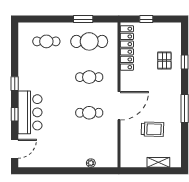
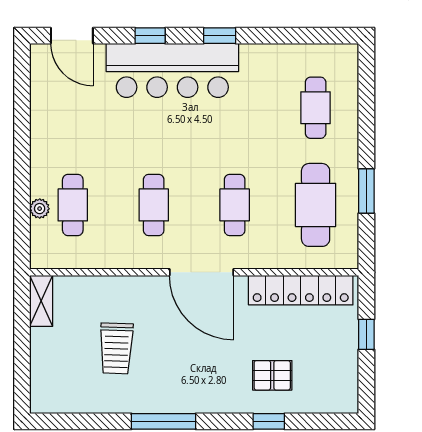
door: (119, 106) -> (201, 272), moved
bar counter: (30, 112) -> (172, 70), width x1.36
cafe table: (89, 148) -> (73, 205), added
shelving: (158, 162) -> (41, 301), moved

